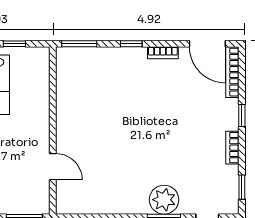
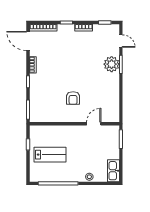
door: (207, 44) -> (28, 41), swing flipped
armchair: (101, 128) -> (73, 98), added

